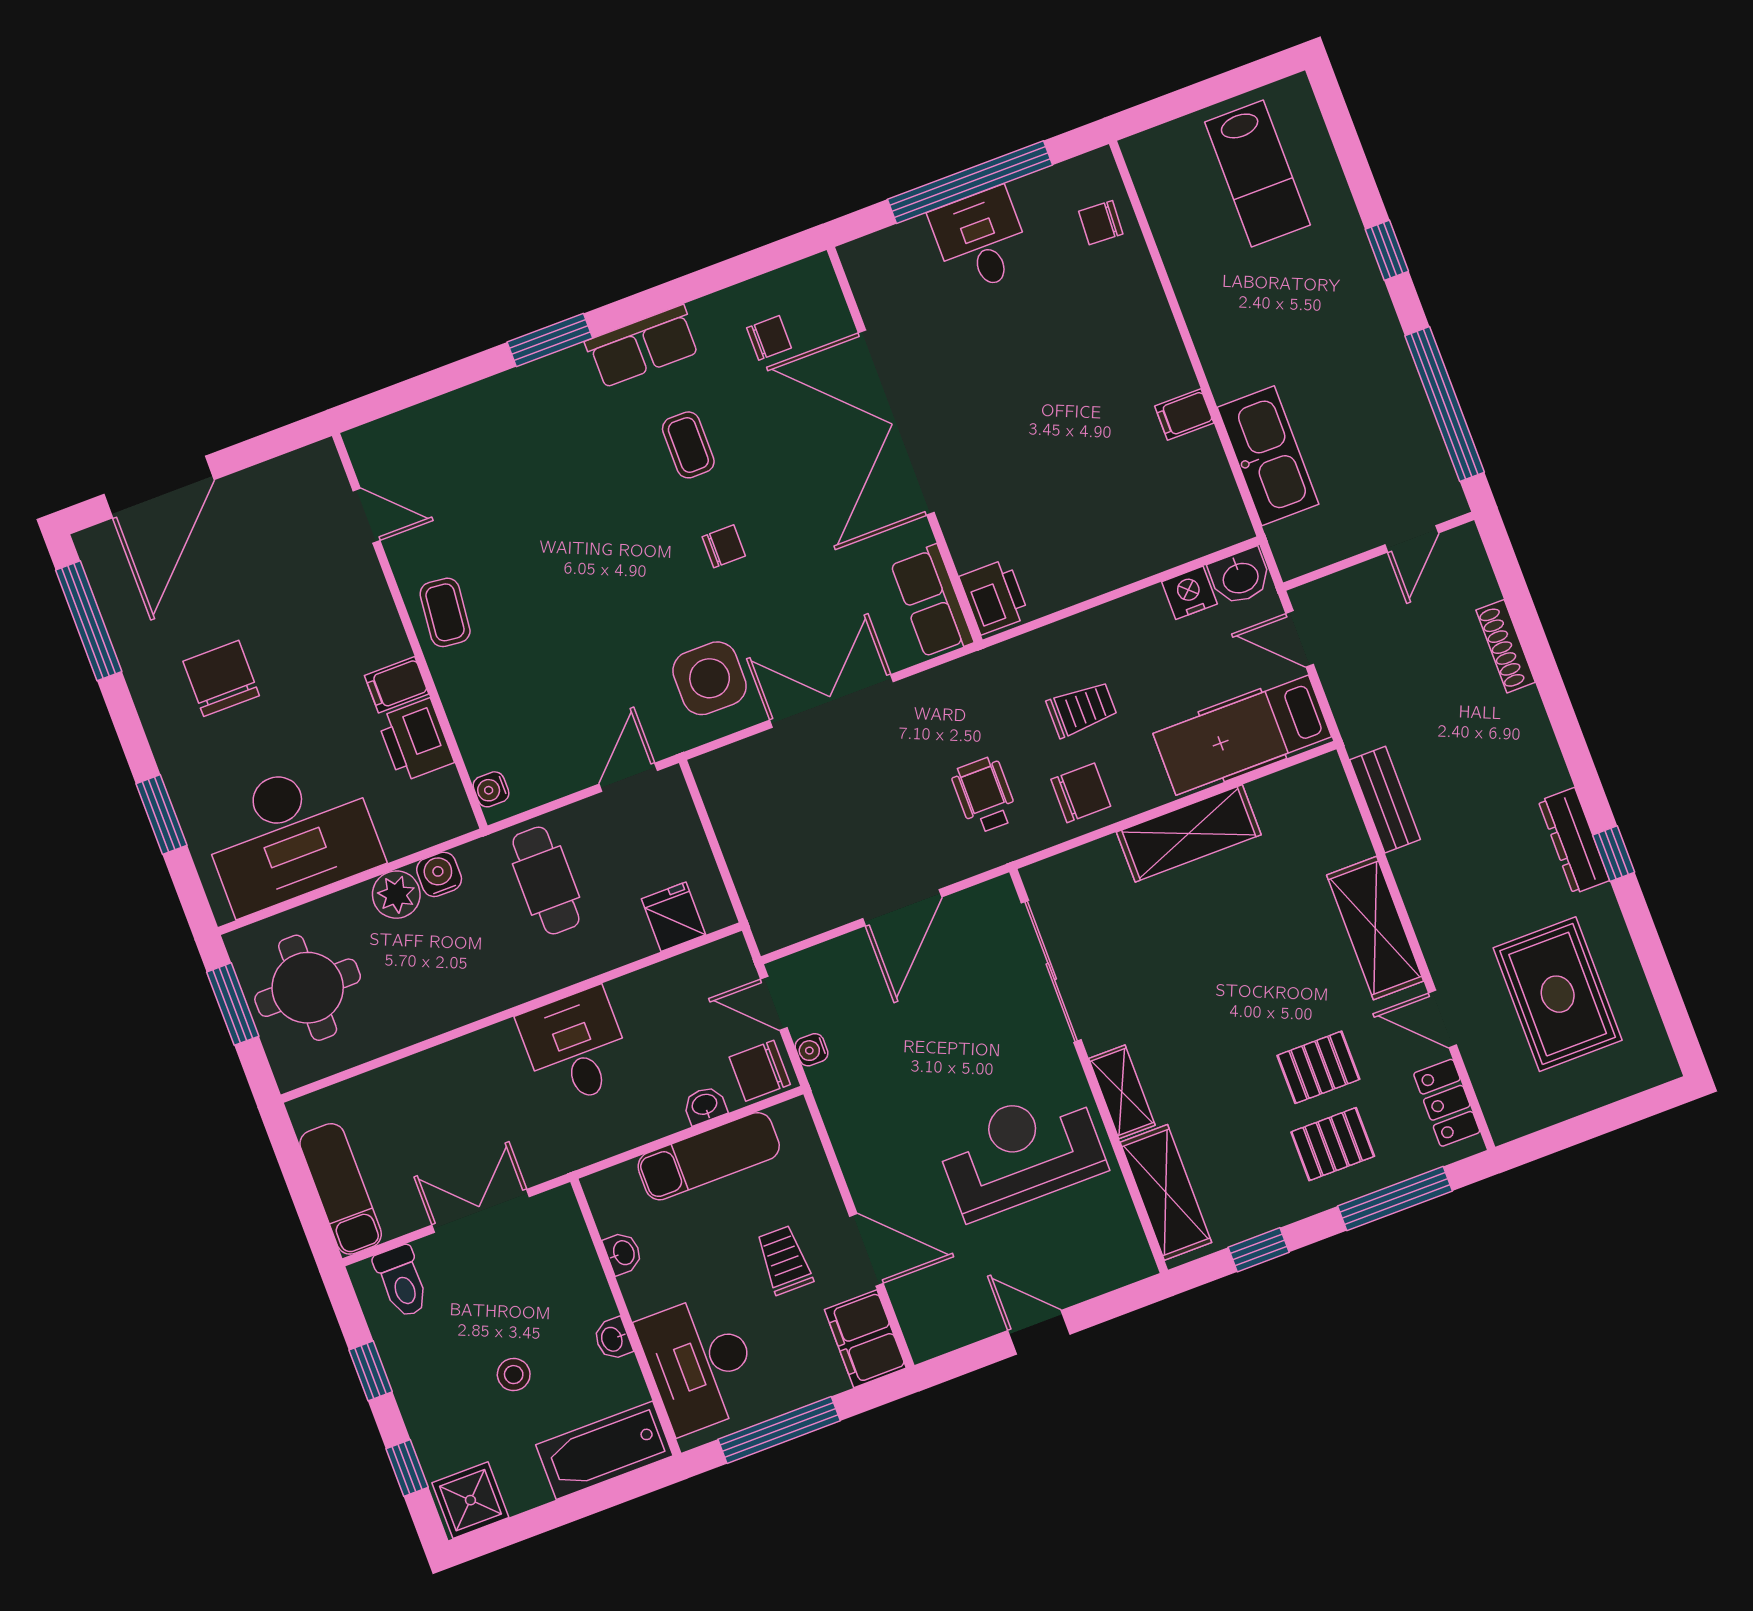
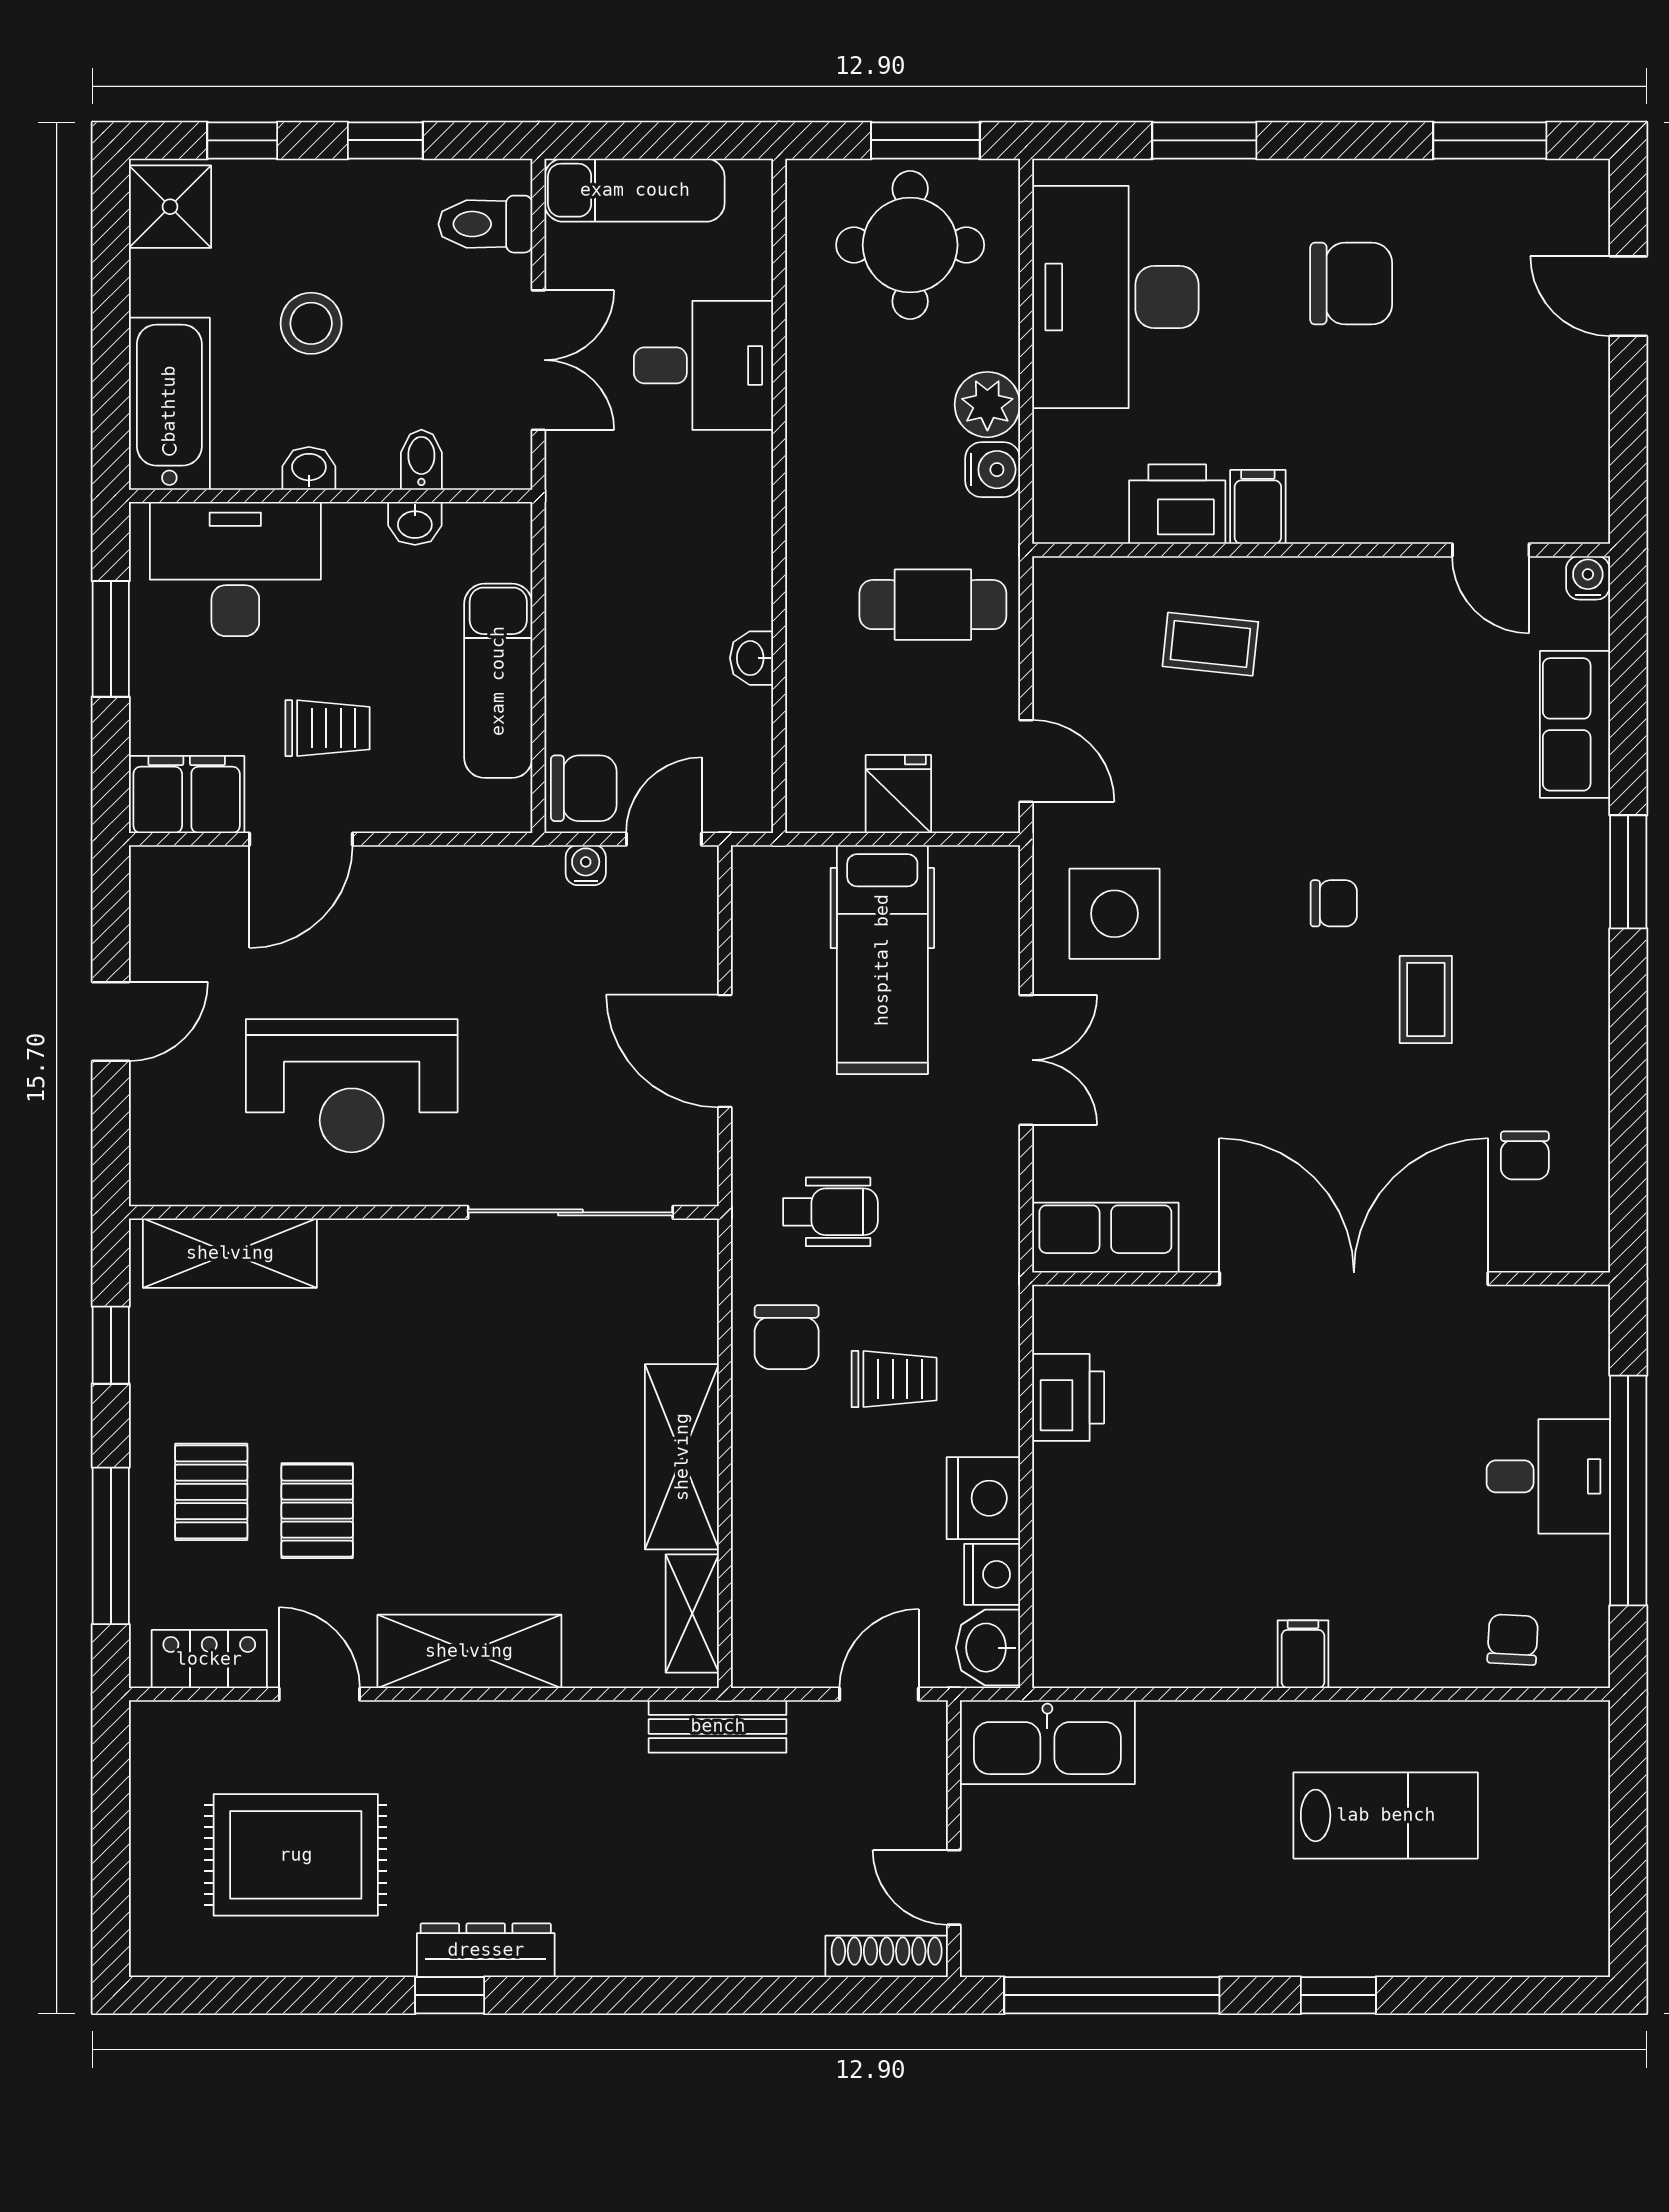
lab bench: (1257, 174) -> (1386, 1815), moved, turned 180
row of seats: (643, 346) -> (1575, 724), moved
filing cabinet: (1184, 414) -> (1303, 1654), moved
coffee table: (688, 445) -> (1426, 999), turned 90
kitchen sink: (1268, 456) -> (1047, 1742), moved
door: (159, 487) -> (1628, 296), width x0.53
door: (366, 516) -> (1491, 550), hinge flipped
chair: (724, 546) -> (1334, 903), moved, turned -90
printer: (994, 597) -> (1068, 1397), moved, turned -90
coffee table: (445, 612) -> (1210, 644), moved
nightstand: (1140, 618) -> (983, 1498), added
window: (89, 621) -> (1490, 140), width x0.69
shoe rack: (1506, 646) -> (887, 1956), moved
double door: (831, 701) -> (1026, 1060), width x0.73
trolley: (1082, 709) -> (894, 1379), turned -90
hospital bed: (1242, 735) -> (882, 960), moved, turned 180
water cooler: (491, 789) -> (1588, 578), moved
bench: (1385, 800) -> (718, 1726), moved
fridge: (674, 917) -> (898, 794), moved, turned -90
door: (1442, 1019) -> (319, 1694), hinge flipped
desk: (576, 1047) -> (704, 365), moved
chair: (760, 1071) -> (584, 788), turned 90
shelving: (1122, 1092) -> (692, 1613), moved, turned 90
washbasin: (705, 1105) -> (752, 658), moved, turned 180
reception desk: (1021, 1152) -> (352, 1086), turned 90
bidet: (578, 1265) -> (421, 460), added
stool: (514, 1375) -> (311, 323), width x1.37, depth x1.37
window: (779, 1430) -> (111, 639), width x0.69

